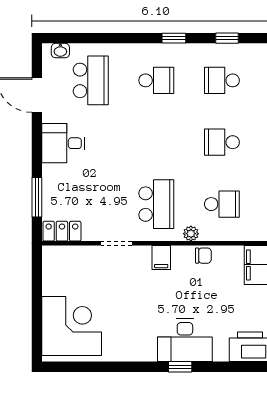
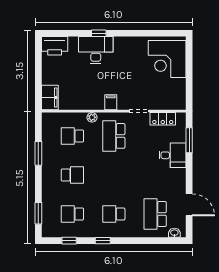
school desk: (222, 80) -> (72, 214), turned 180
desk: (63, 143) -> (173, 155), moved
locker: (62, 231) -> (163, 119), moved
chair: (203, 256) -> (84, 103), removed

